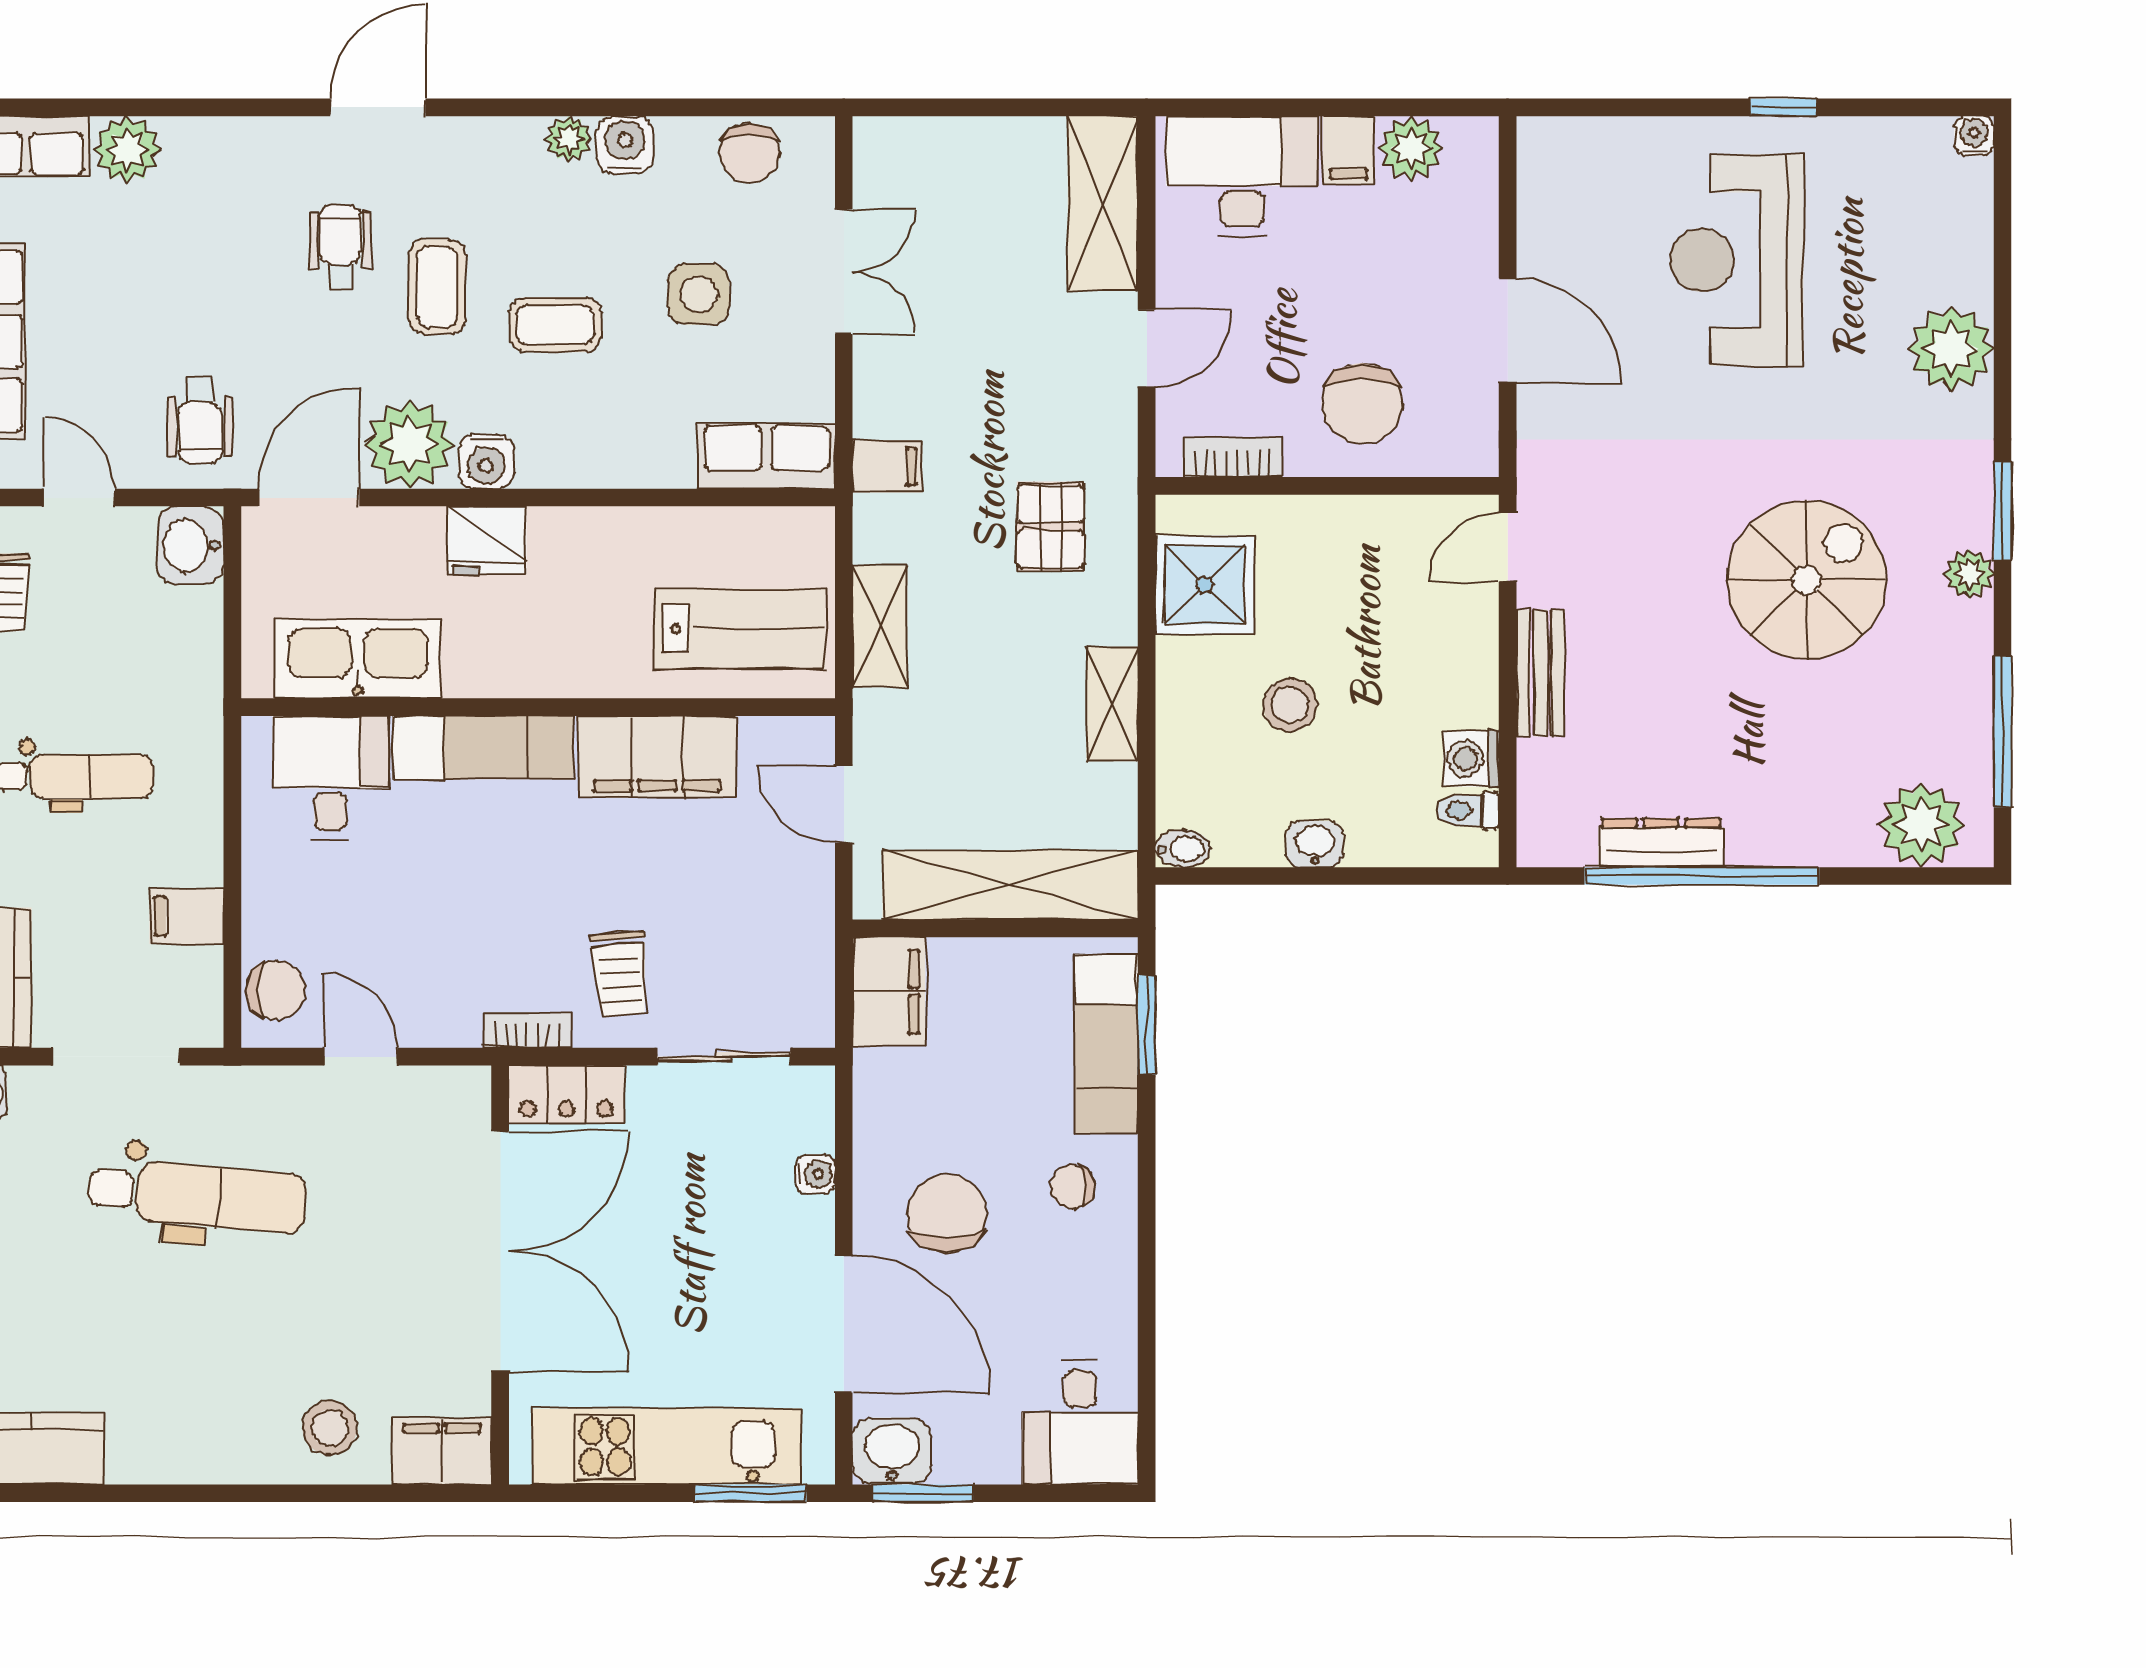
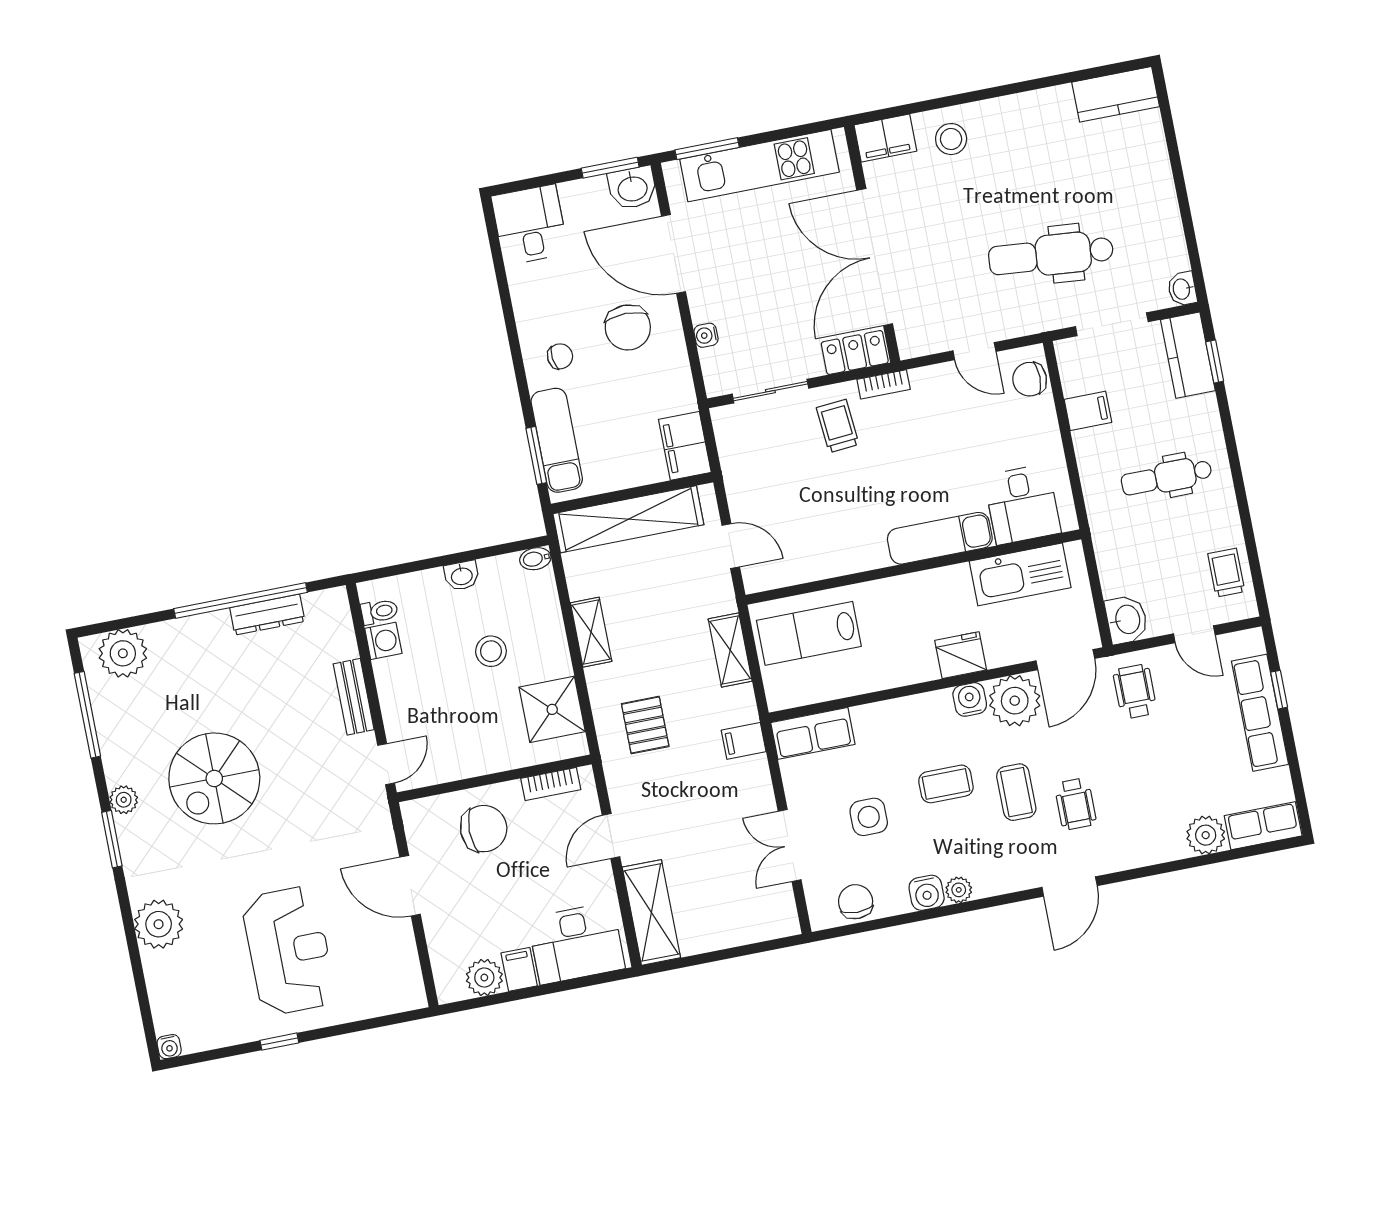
chair: (1362, 404) -> (484, 829), turned 90
filing cabinet: (657, 757) -> (841, 552), removed

